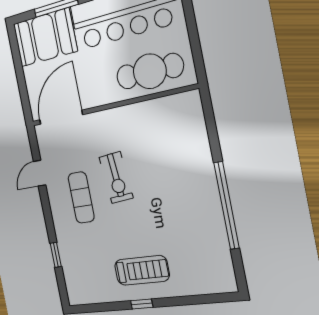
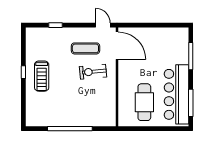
booth: (45, 37) -> (176, 46), removed
wall: (111, 106) -> (117, 77), moved
door: (61, 117) -> (117, 46), moved

